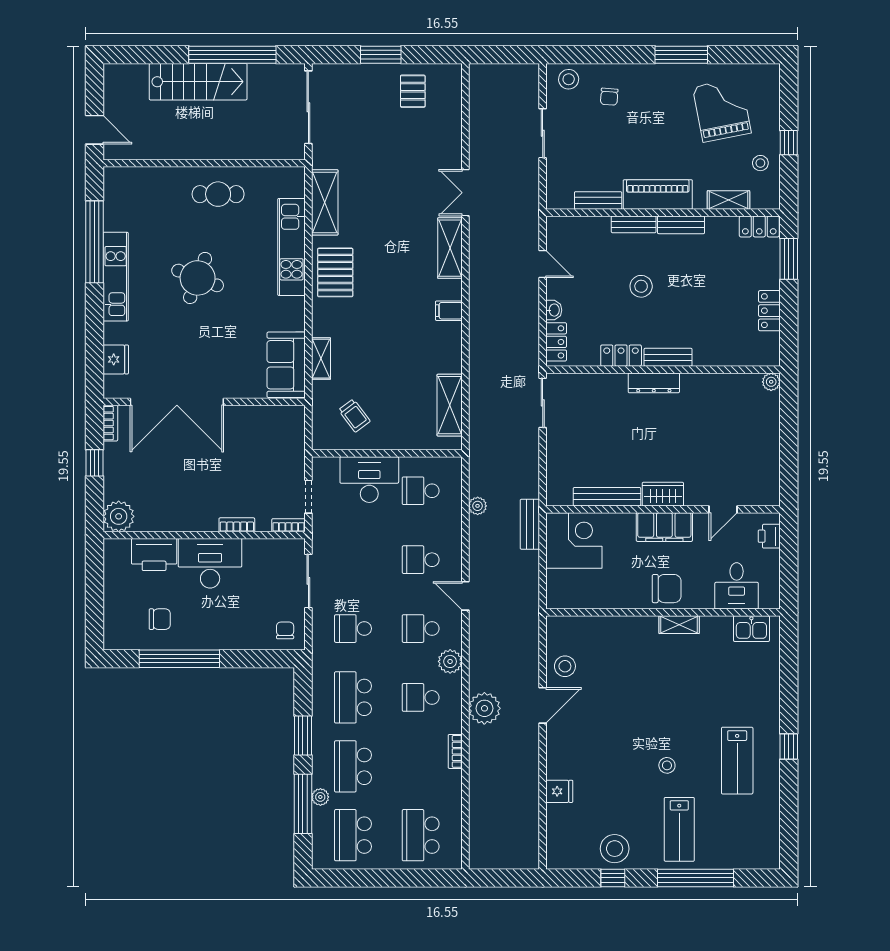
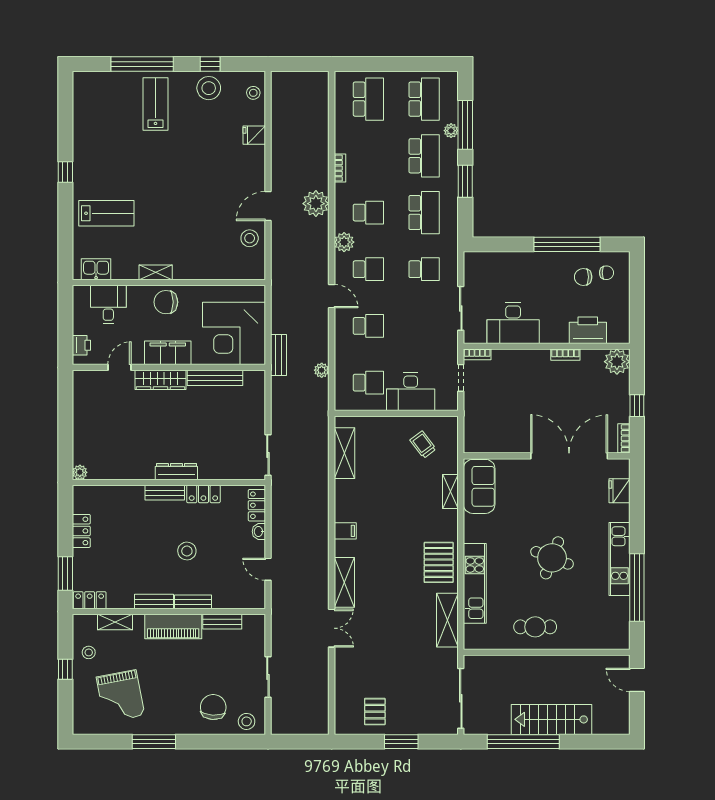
chair: (609, 97) -> (213, 707), width x1.87, depth x1.87
wardrobe: (663, 494) -> (160, 380), width x1.50
bookcase: (237, 525) -> (565, 355), moved
corner desk: (574, 540) -> (234, 333), width x1.36, depth x1.36
desk: (210, 563) -> (513, 323), moved
chair: (285, 630) -> (607, 273), moved, turned -90
lab bench: (737, 761) -> (106, 213), moved, turned 90
stool: (667, 765) -> (253, 93), moved

